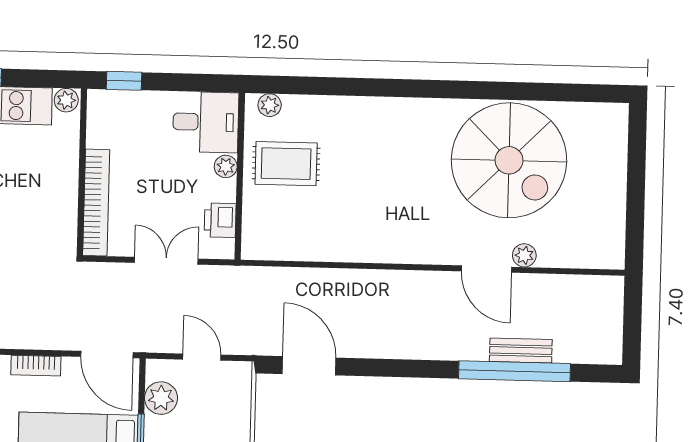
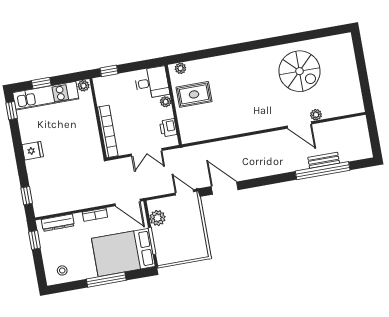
spiral stairs: (509, 160) -> (300, 71), width x0.73, depth x0.73
double door: (166, 261) -> (147, 152), swing flipped
door: (202, 357) -> (184, 192), moved

